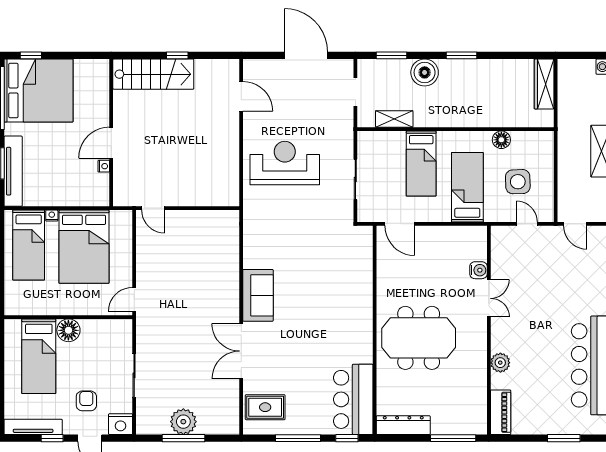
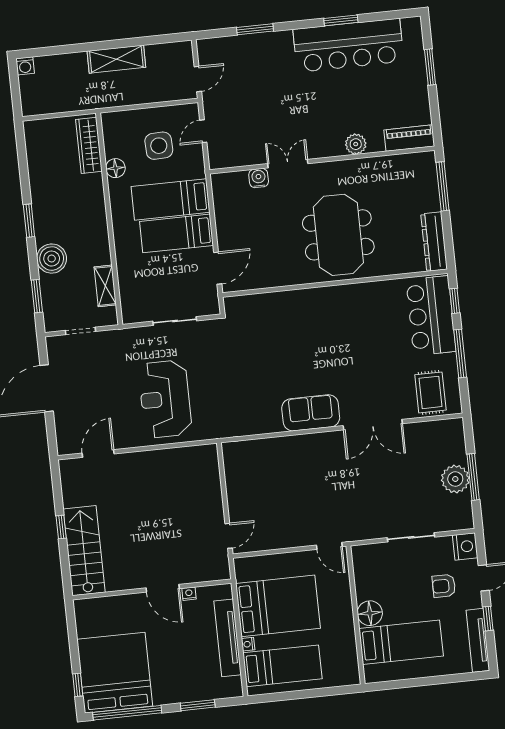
wardrobe: (544, 84) -> (89, 145), moved, turned 90
bed: (421, 164) -> (177, 233), moved, turned 180
tv unit: (13, 171) -> (228, 638), moved, turned -90
bar counter: (353, 399) -> (431, 316), moved, turned 90

